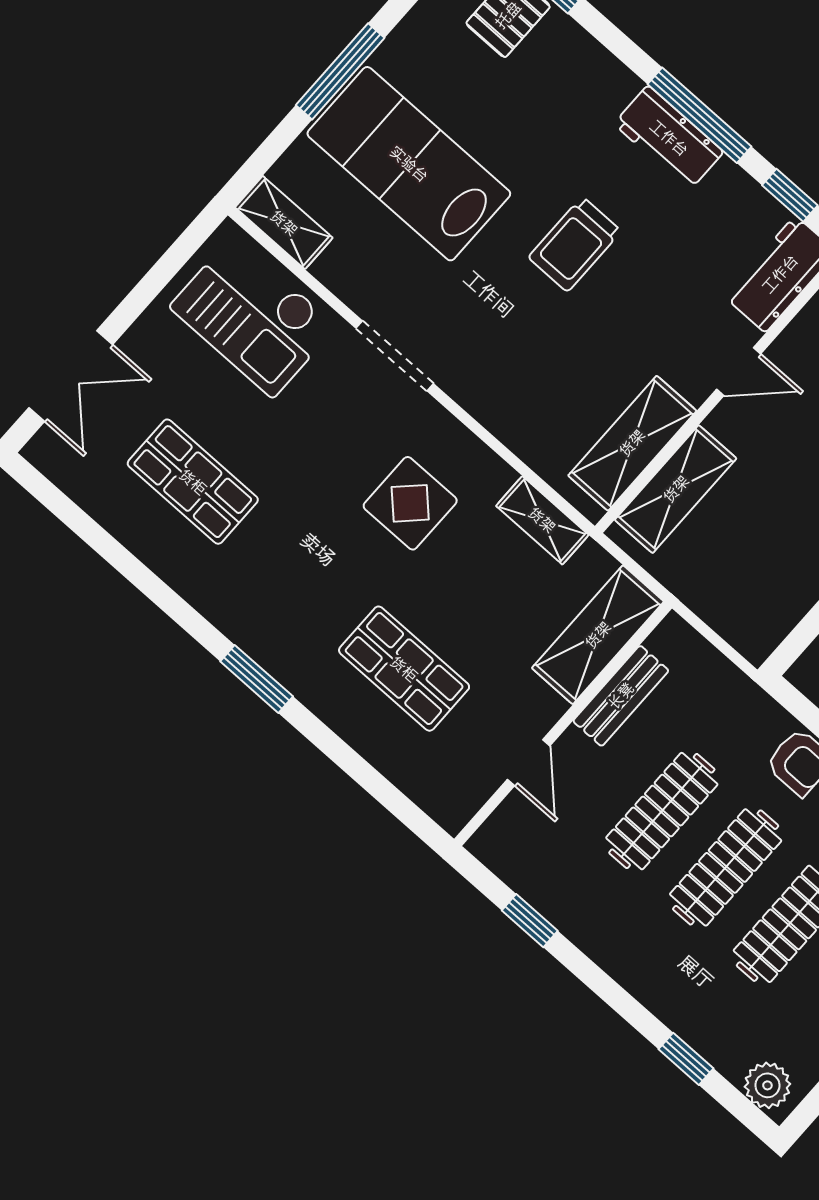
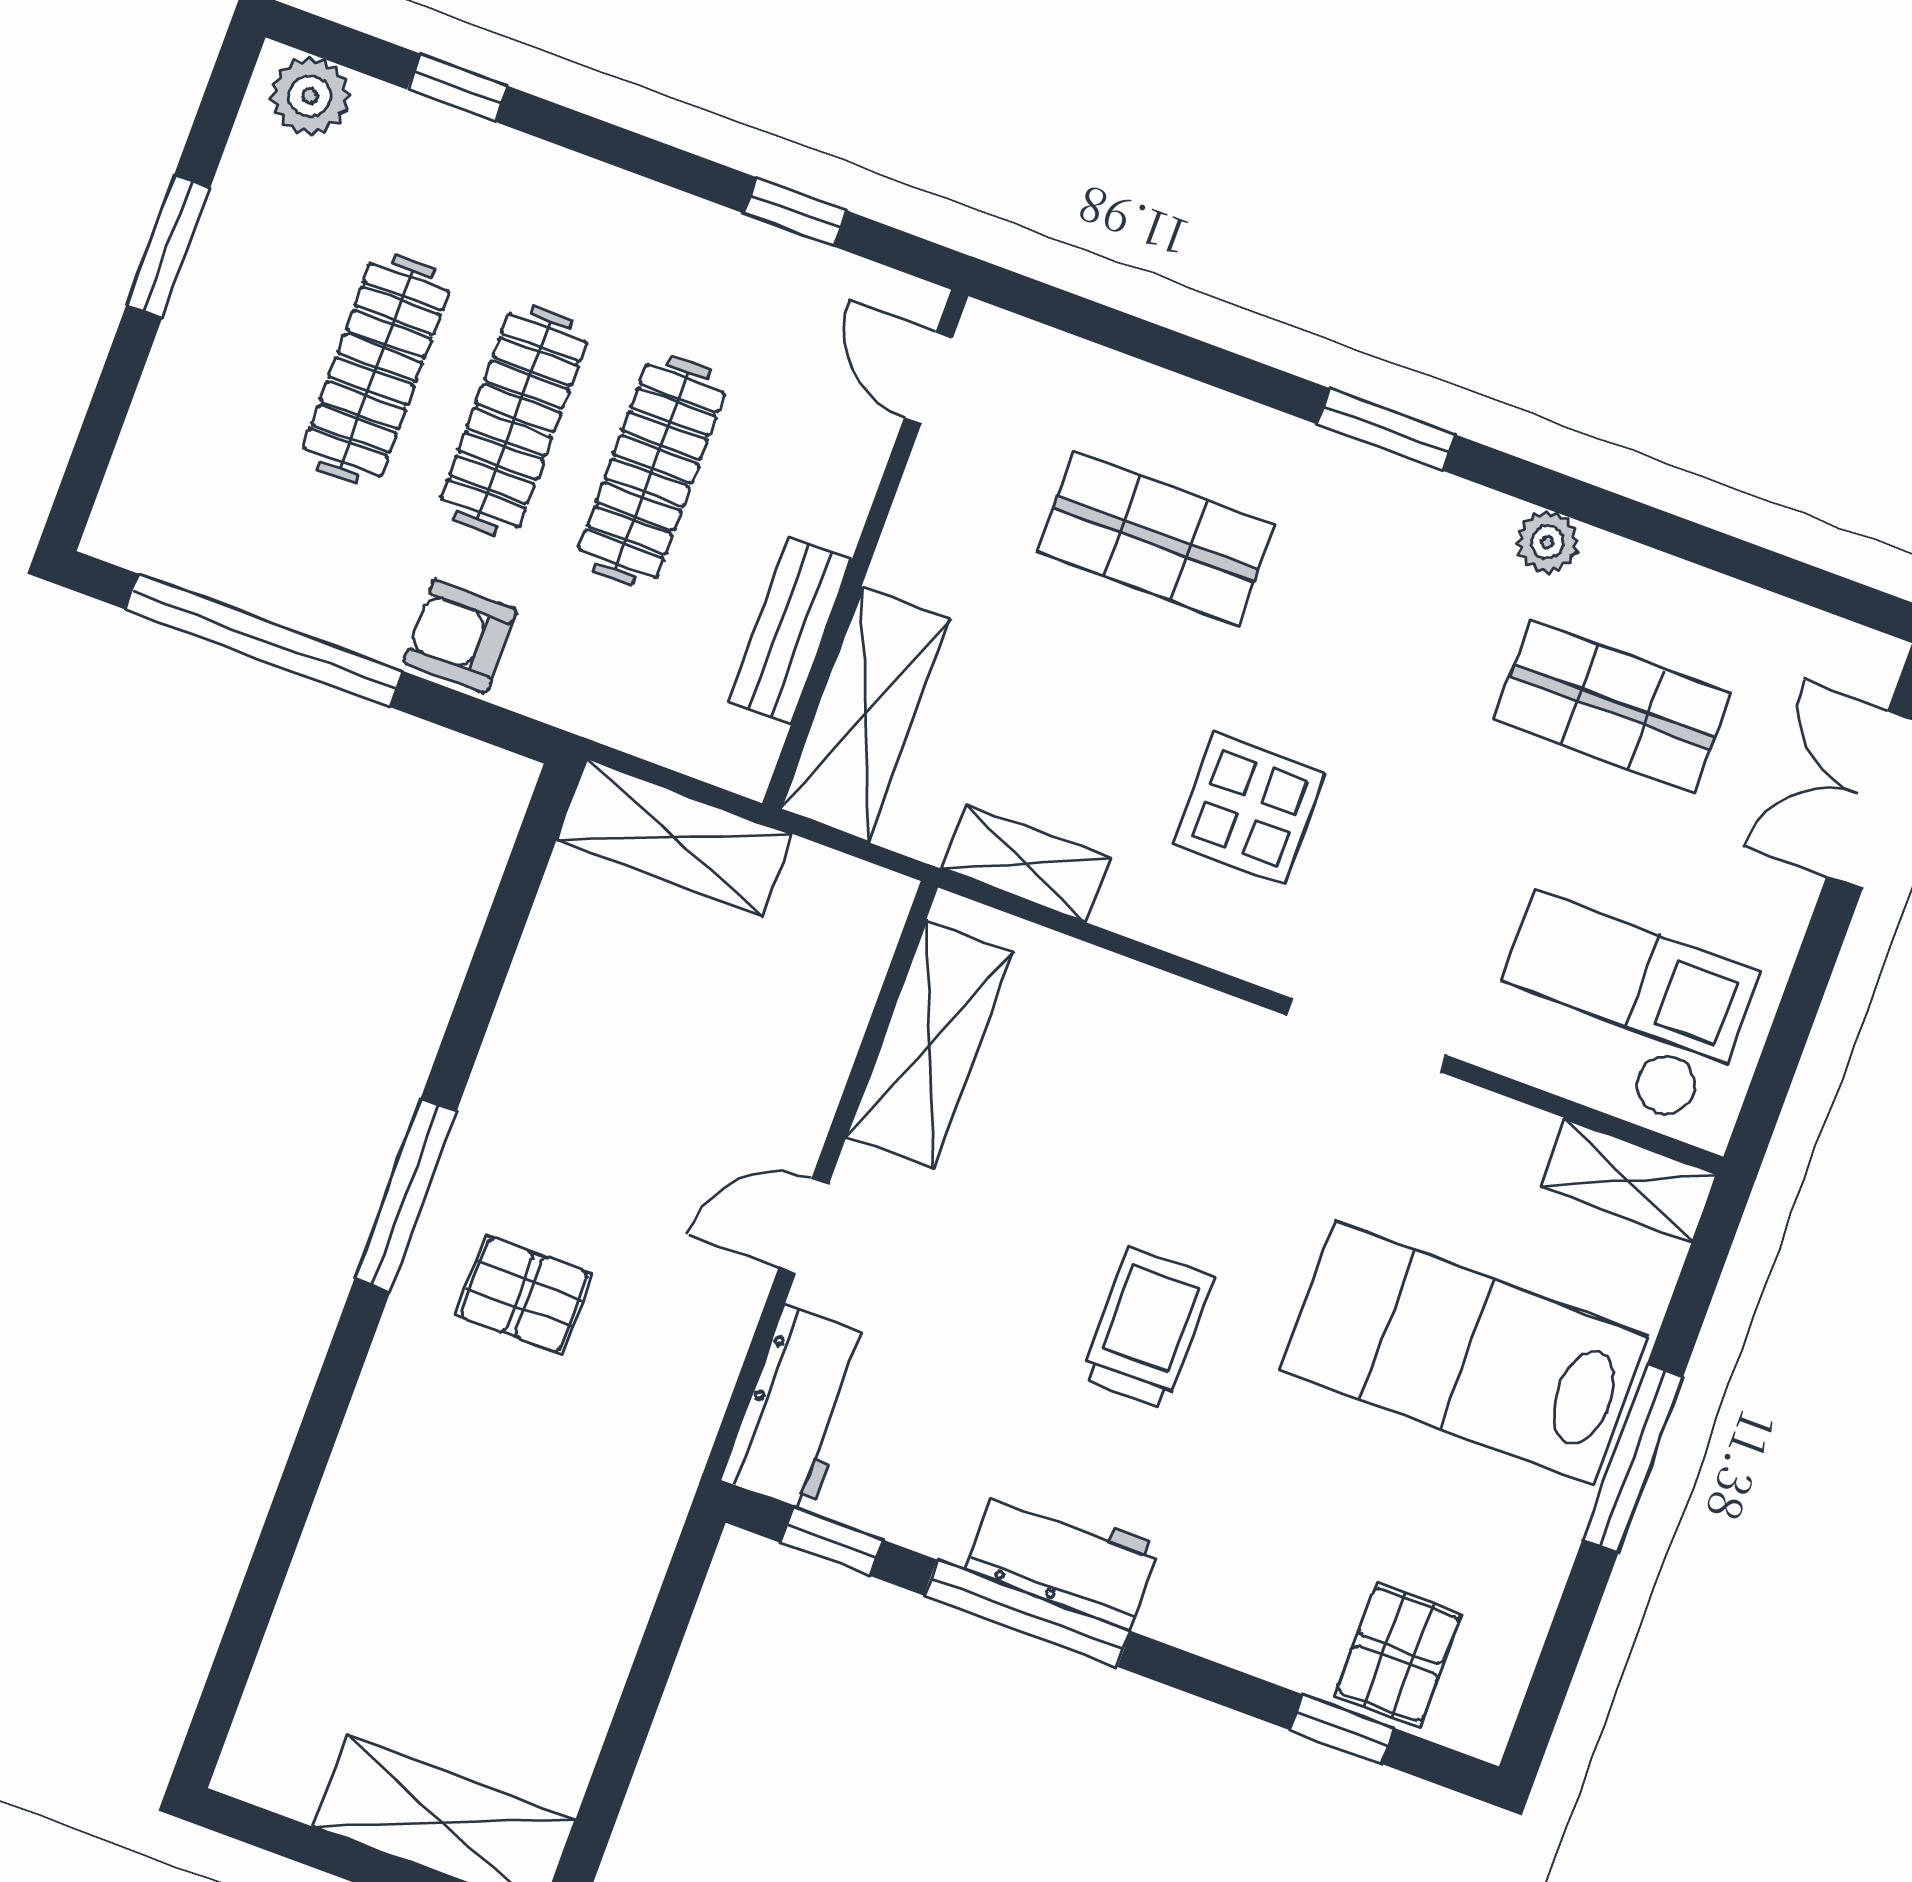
lab bench: (409, 164) -> (1464, 1353), turned 180
shelving: (676, 489) -> (674, 837), moved, turned 90
plant: (193, 584) -> (1547, 542), added
door: (529, 763) -> (928, 378), moved

